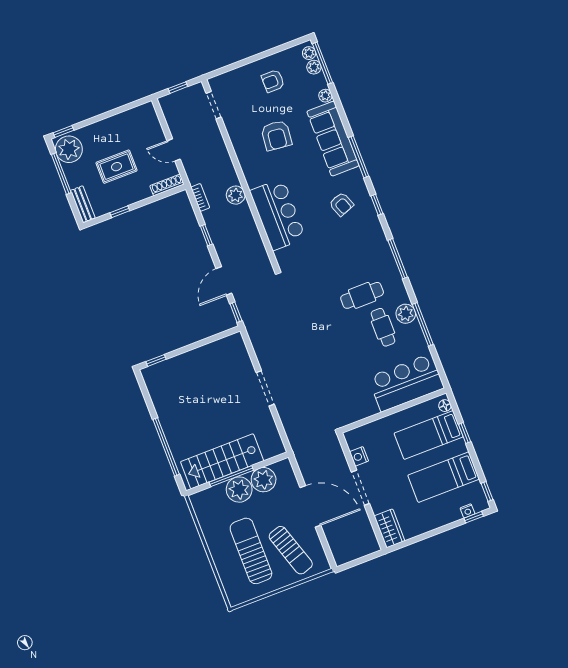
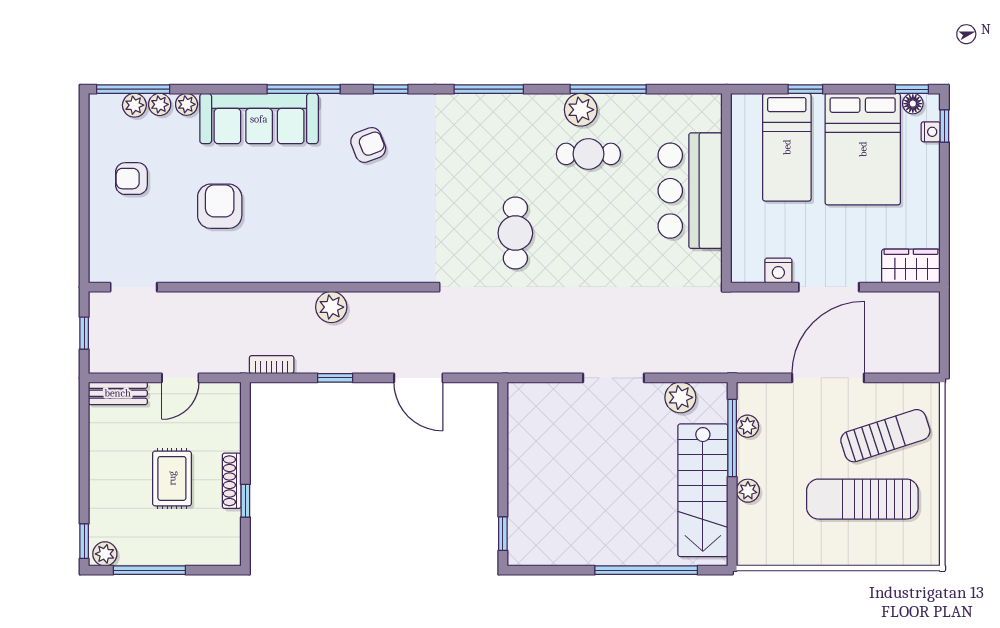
plant: (309, 53) -> (160, 104), moved
armchair: (273, 81) -> (131, 179), turned 90
armchair: (276, 135) -> (220, 206), turned -96
plant: (69, 149) -> (105, 554), width x0.53, depth x0.53
shoe rack: (167, 185) -> (232, 481), moved
plant: (236, 195) -> (331, 307), moved
bench: (83, 204) -> (118, 393), moved
bar counter: (278, 215) -> (346, 252), removed
cafe table: (362, 295) -> (515, 233), moved
window: (236, 312) -> (475, 378), removed
bar counter: (406, 383) -> (690, 191), moved
floor lamp: (445, 406) -> (913, 104), moved
plant: (268, 429) -> (680, 397), added
window: (231, 476) -> (732, 438), moved
bed: (444, 477) -> (863, 149), width x1.50
plant: (264, 480) -> (747, 426), width x0.53, depth x0.53
plant: (239, 490) -> (748, 491), width x0.53, depth x0.53

